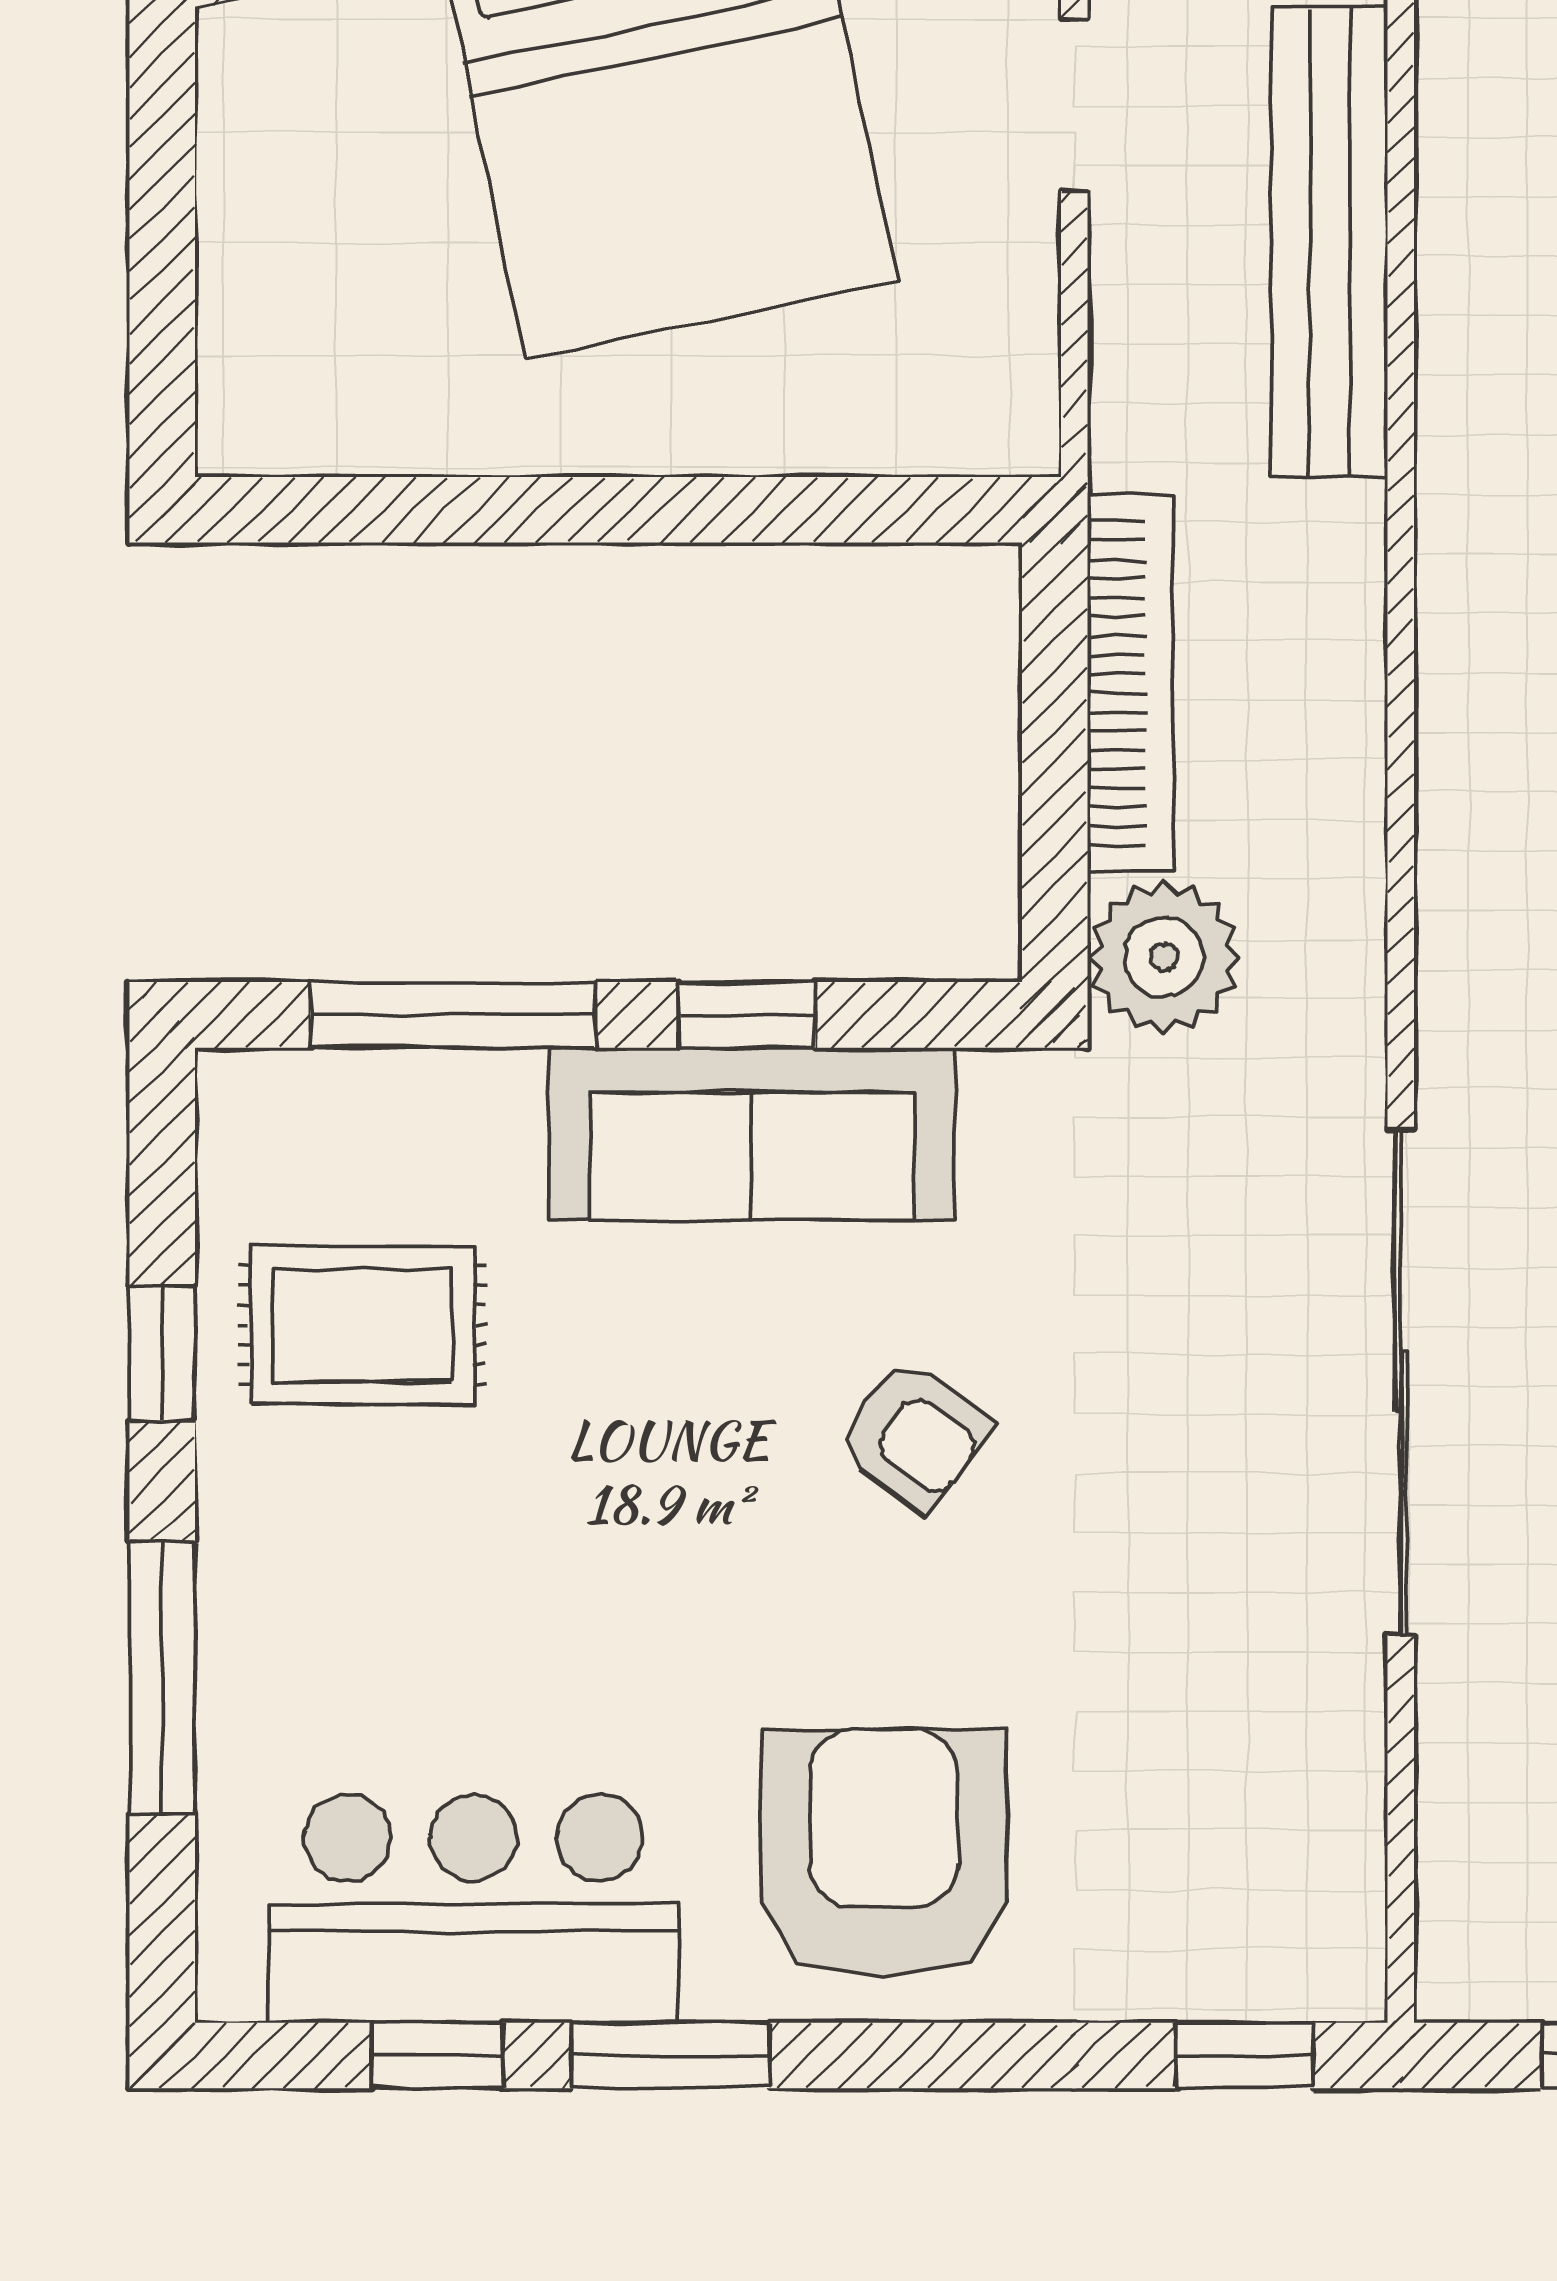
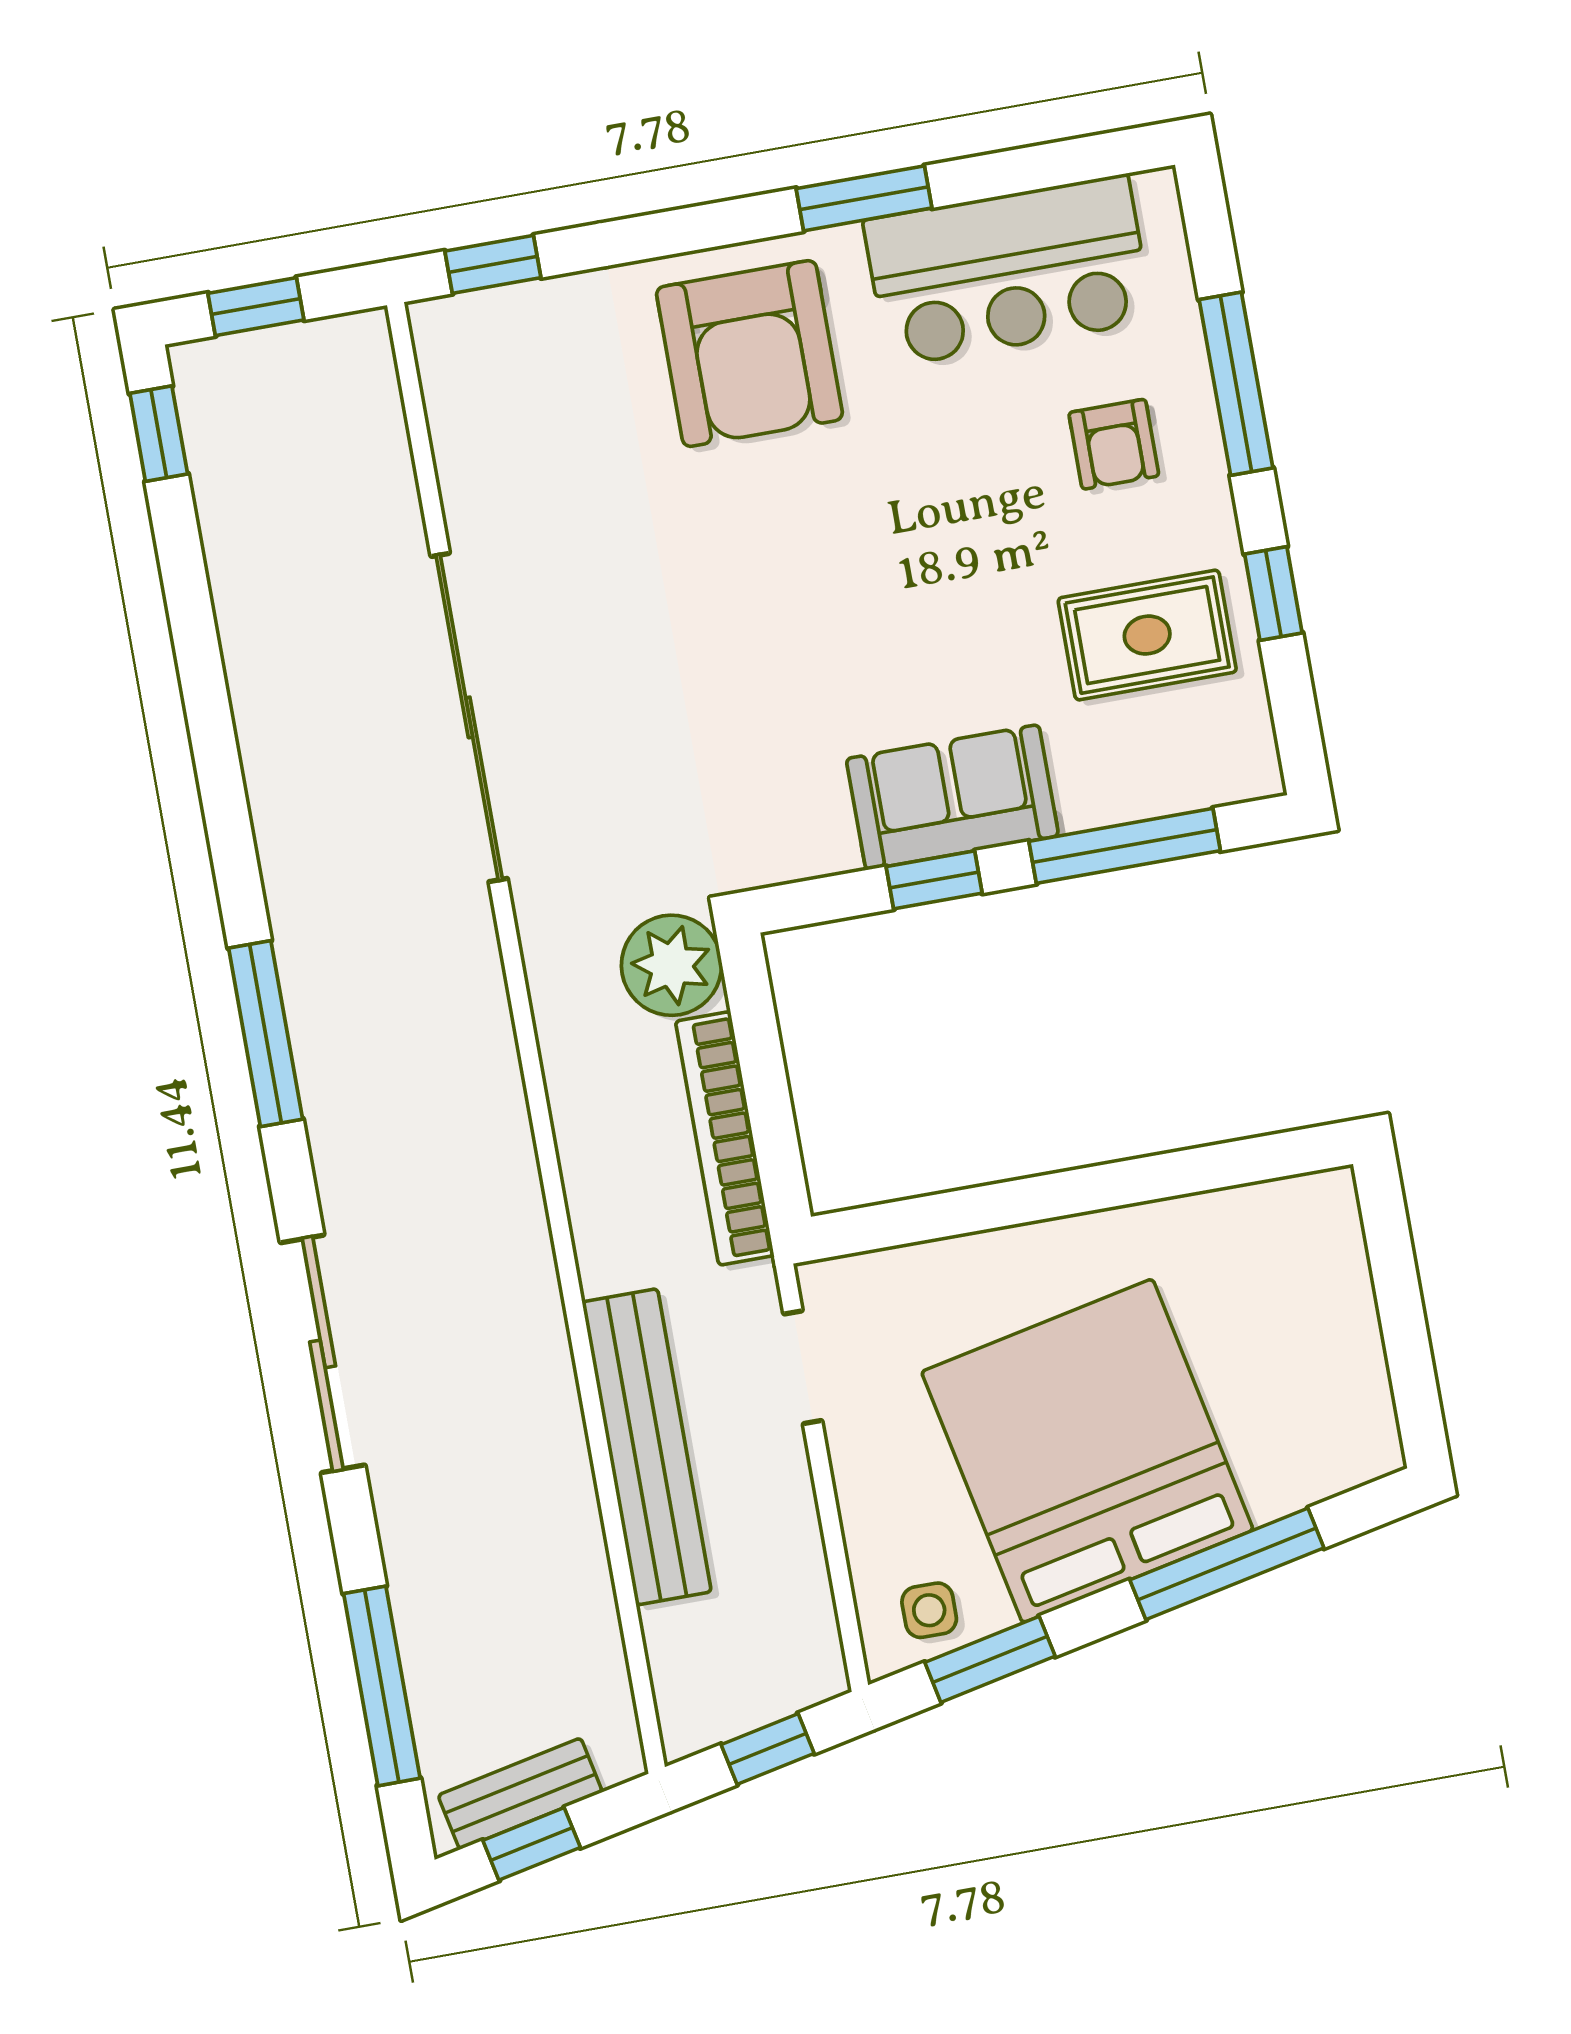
doorway: (1074, 105) -> (803, 1367), moved
sofa: (752, 1134) -> (952, 797), width x0.73
armchair: (914, 1436) -> (1114, 444), moved, turned -126
window: (437, 2055) -> (1015, 171), removed

